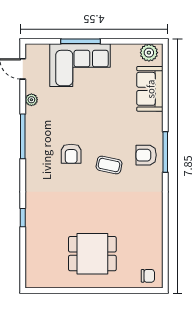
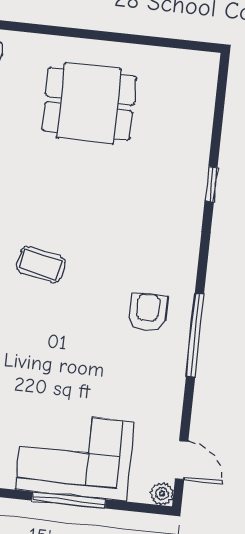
plant: (31, 100) -> (162, 494), moved
armchair: (71, 154) -> (148, 312), moved

